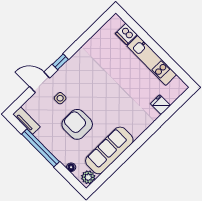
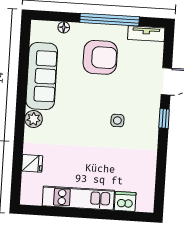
side table: (60, 98) -> (117, 120), moved
armchair: (77, 124) -> (100, 57), moved
plant: (88, 177) -> (34, 119), moved

